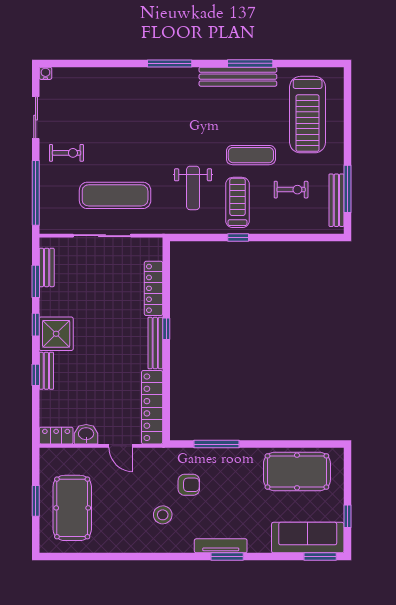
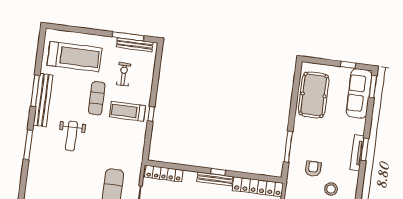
weight bench: (193, 188) -> (71, 136), moved, turned 90
locker: (153, 288) -> (164, 174), moved
window: (166, 329) -> (218, 172), moved

